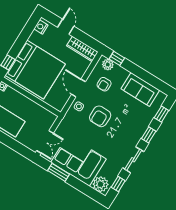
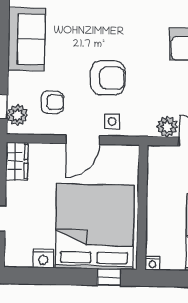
nightstand: (41, 27) -> (43, 258), moved
wardrobe: (82, 49) -> (17, 161), width x0.67
plant: (61, 130) -> (167, 127), added

